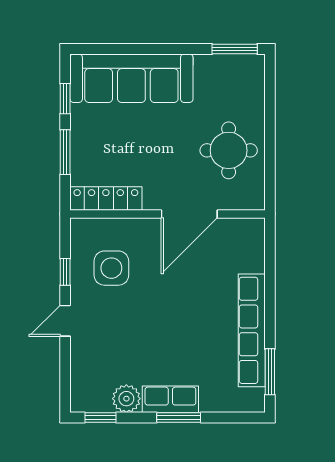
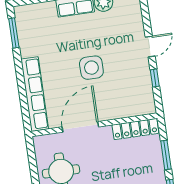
side table: (111, 268) -> (91, 68), moved
row of seats: (252, 330) -> (35, 94), moved

